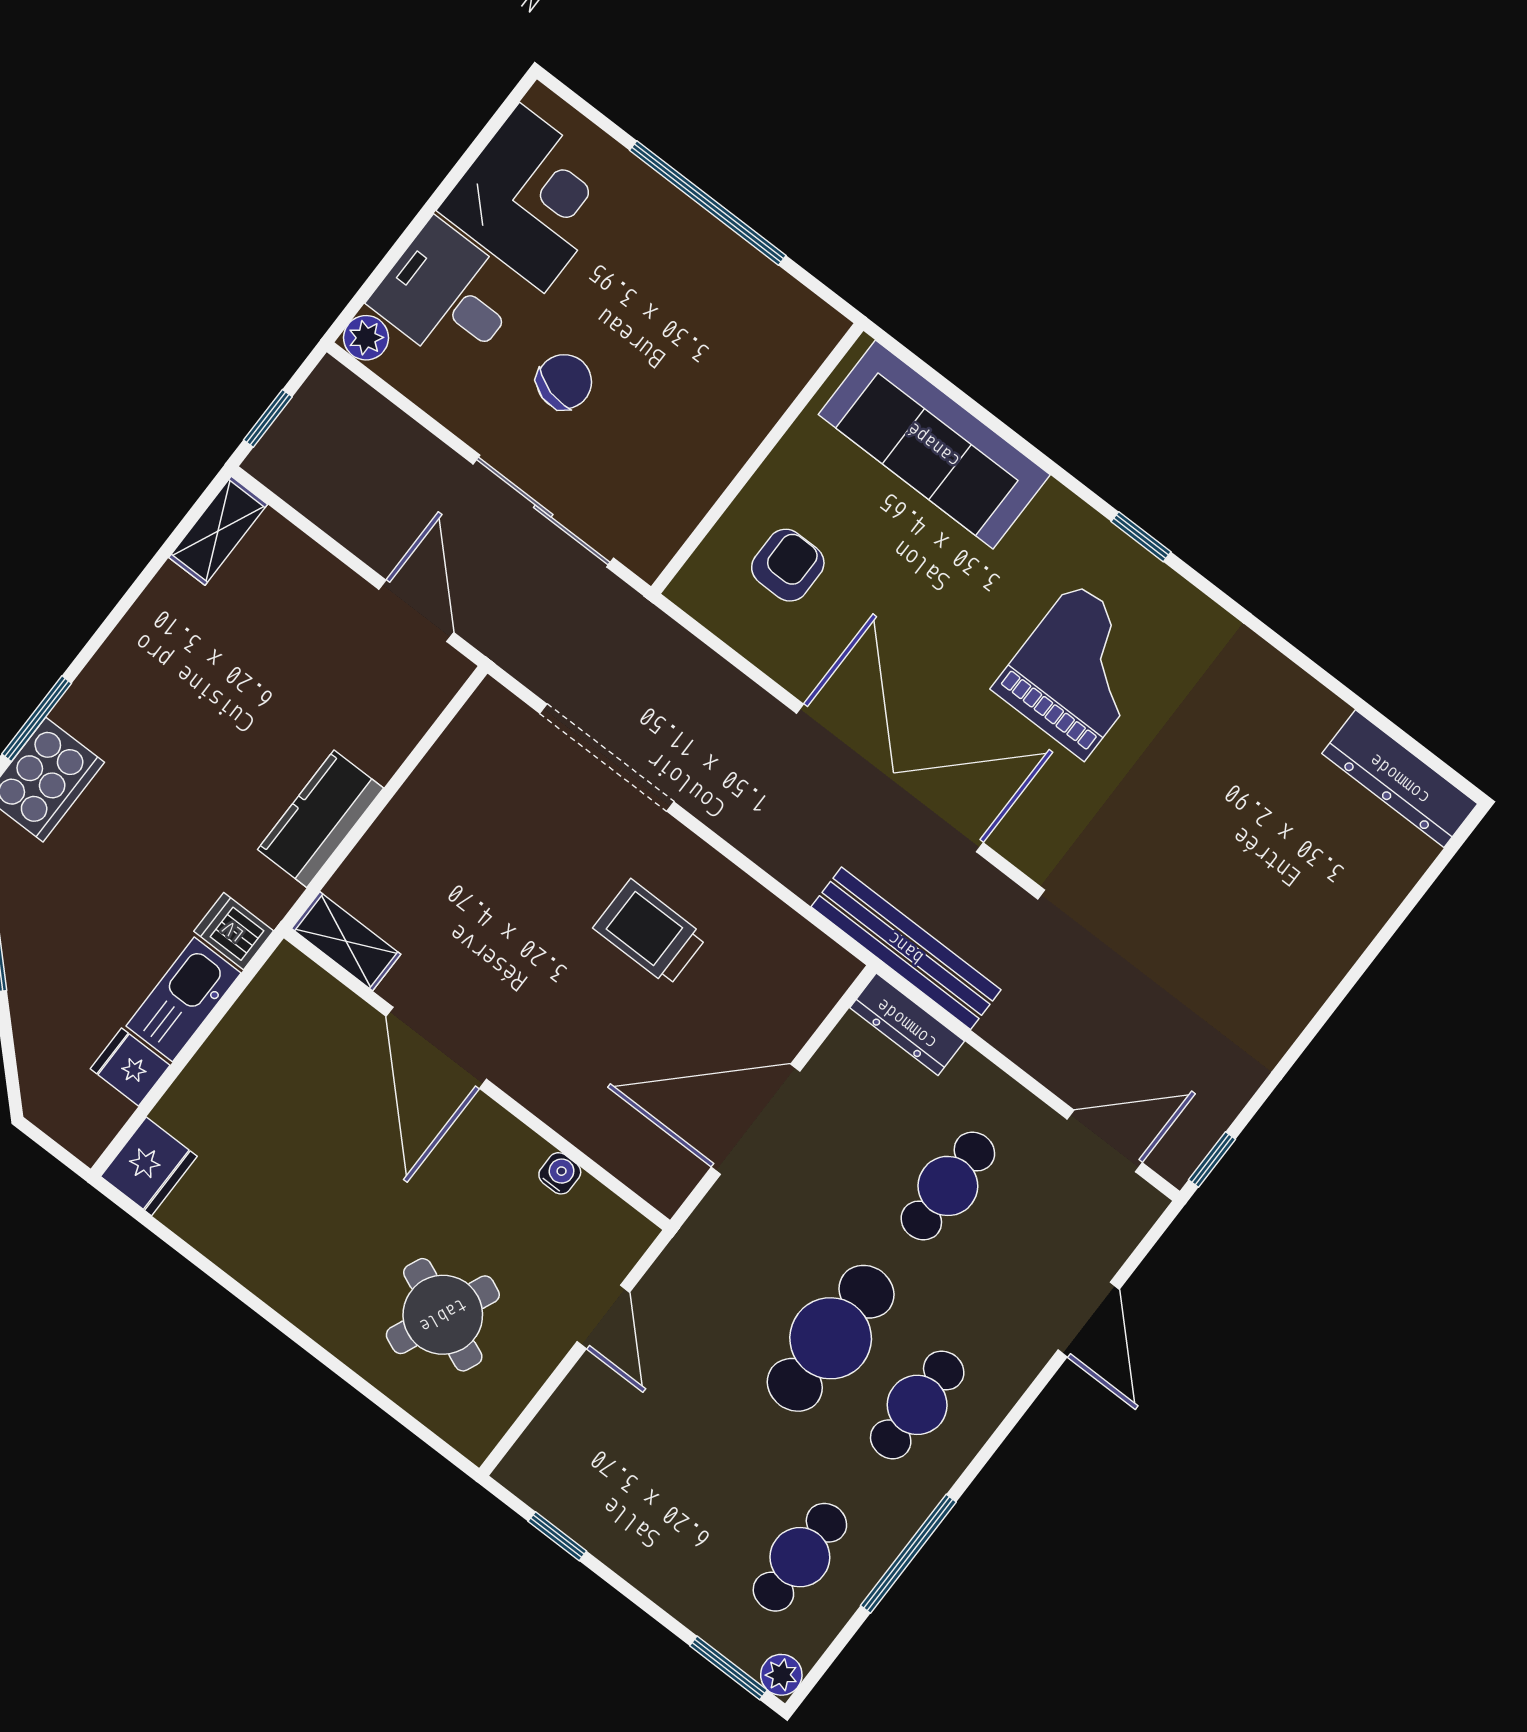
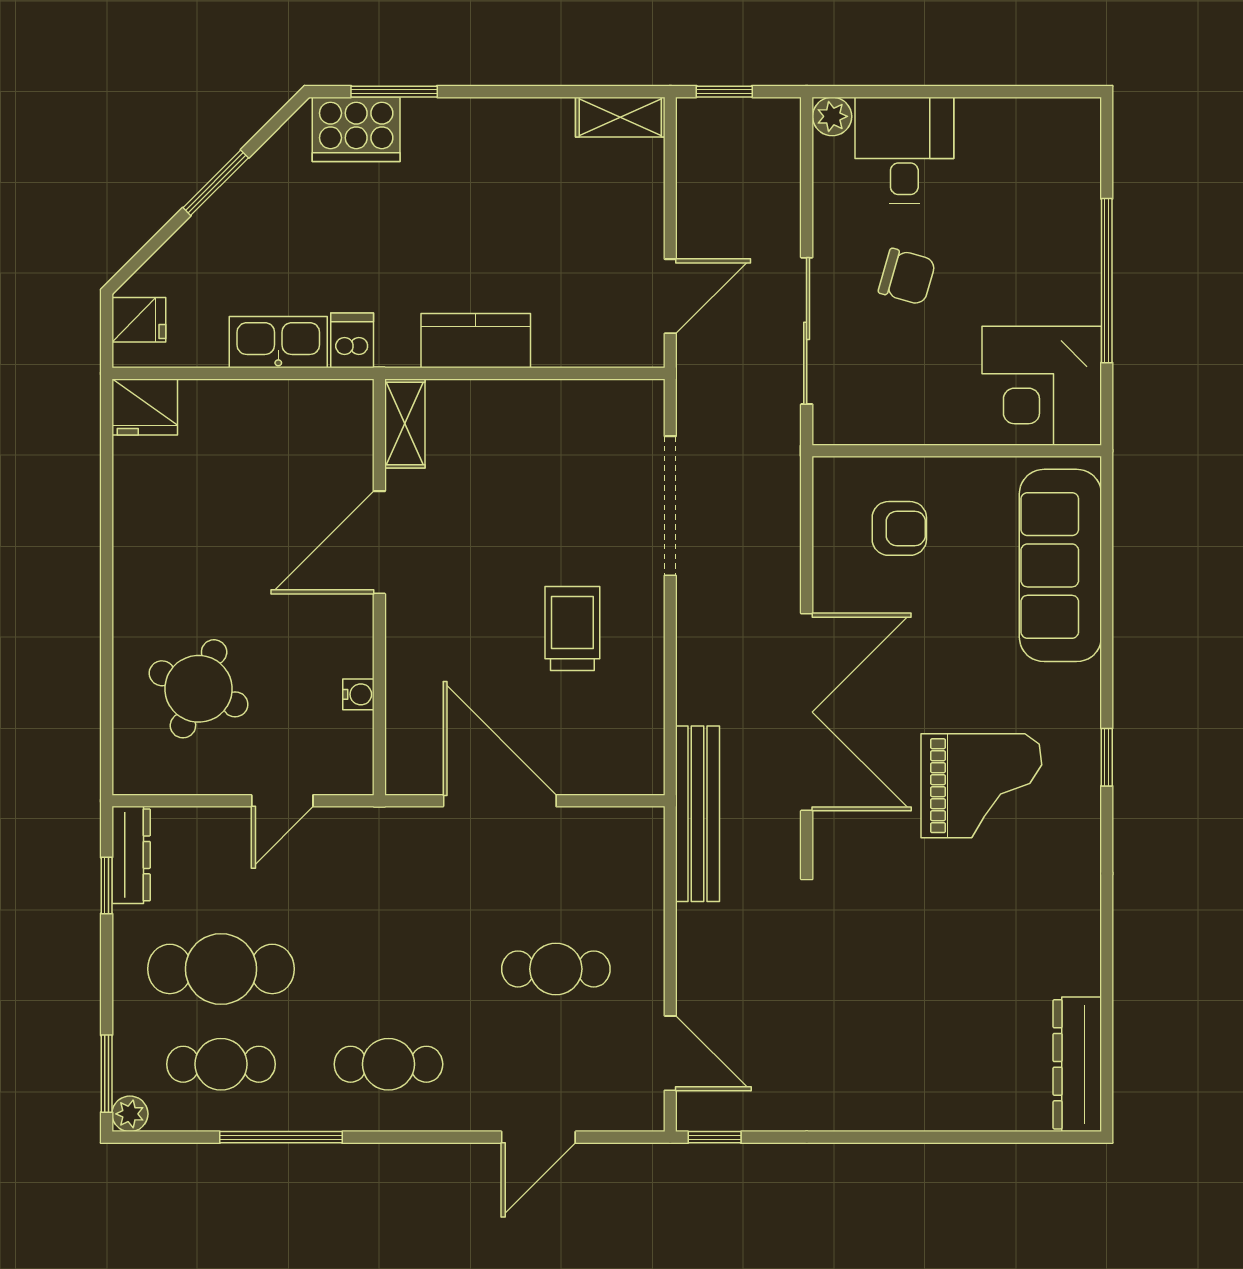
corner desk: (532, 198) -> (1042, 386), moved, turned 90
dresser: (907, 1024) -> (131, 855), moved, turned 180
fridge: (130, 1067) -> (139, 320), moved, turned 90
cafe table: (831, 1338) -> (221, 969), moved

